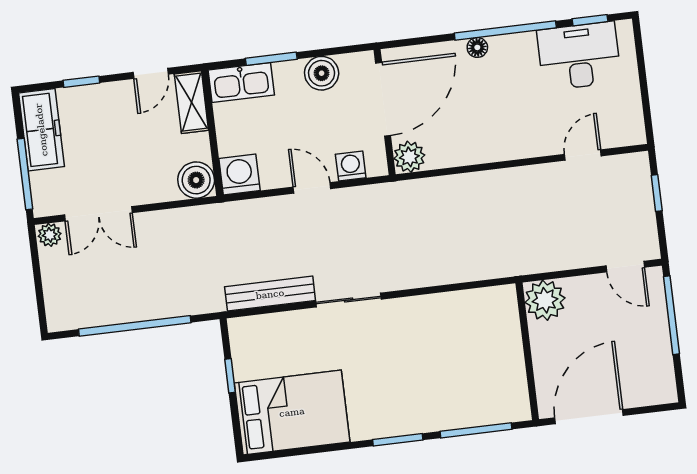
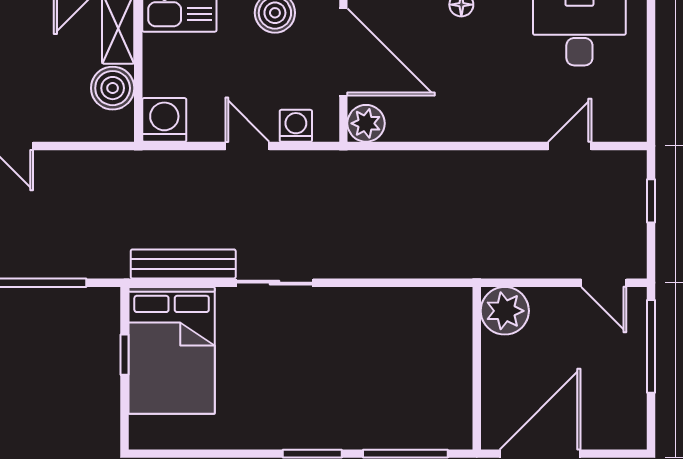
door: (383, 99) -> (343, 52), hinge flipped
boiler: (196, 180) -> (113, 88), moved
bed: (292, 412) -> (172, 350), moved, turned 90

